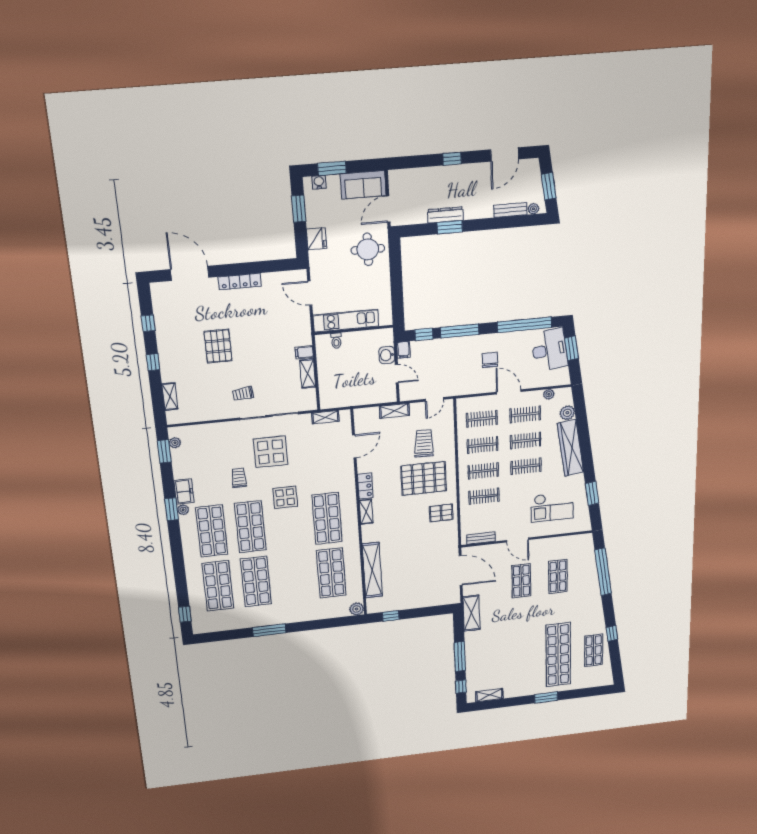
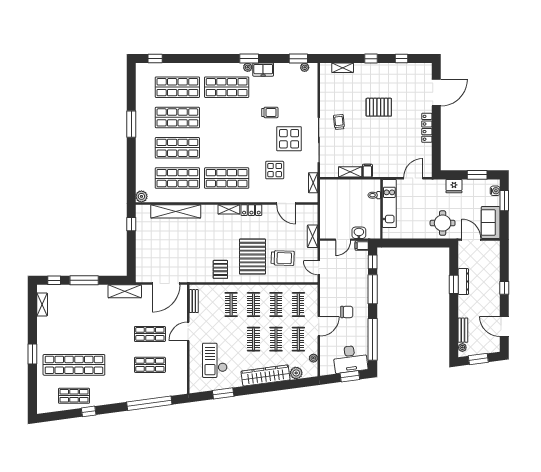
display table: (285, 497) -> (275, 170), moved
shop shelf: (250, 527) -> (177, 148), moved

